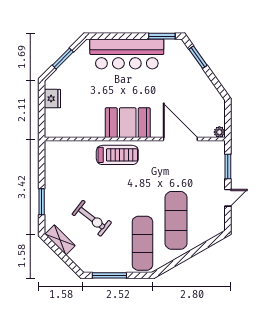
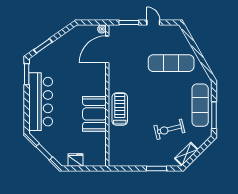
booth: (128, 123) -> (94, 114), moved
door: (180, 139) -> (107, 49), moved
exercise bike: (92, 218) -> (169, 129), turned -142
exercise mat: (142, 243) -> (200, 105), moved, turned 90

